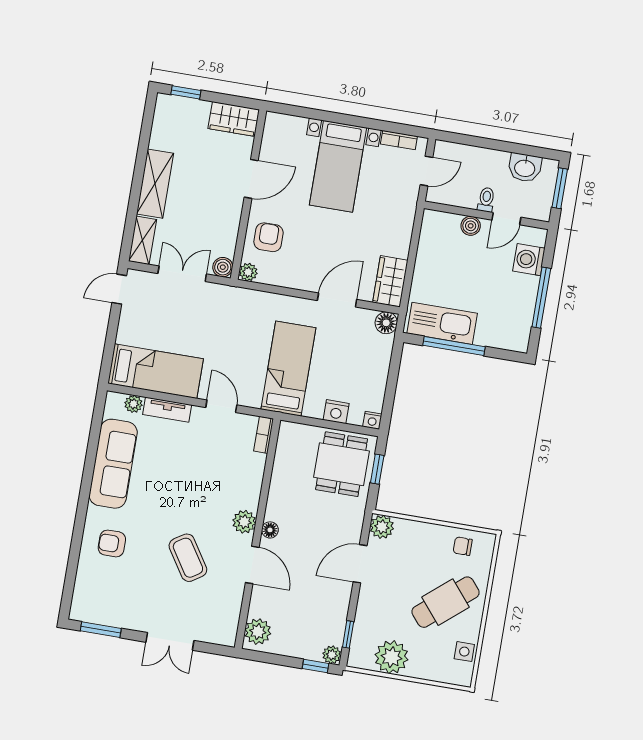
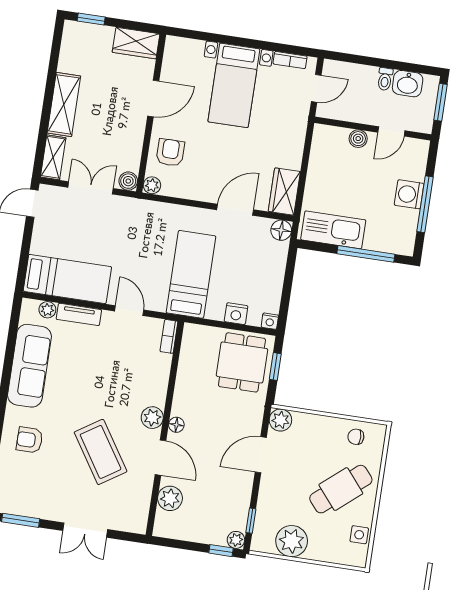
toilet: (486, 200) -> (385, 79), moved, turned 180
washing machine: (529, 260) -> (409, 194), moved
window: (454, 346) -> (366, 254), moved
coffee table: (188, 558) -> (101, 452), width x1.36, depth x1.32
plant: (258, 632) -> (170, 498), moved

